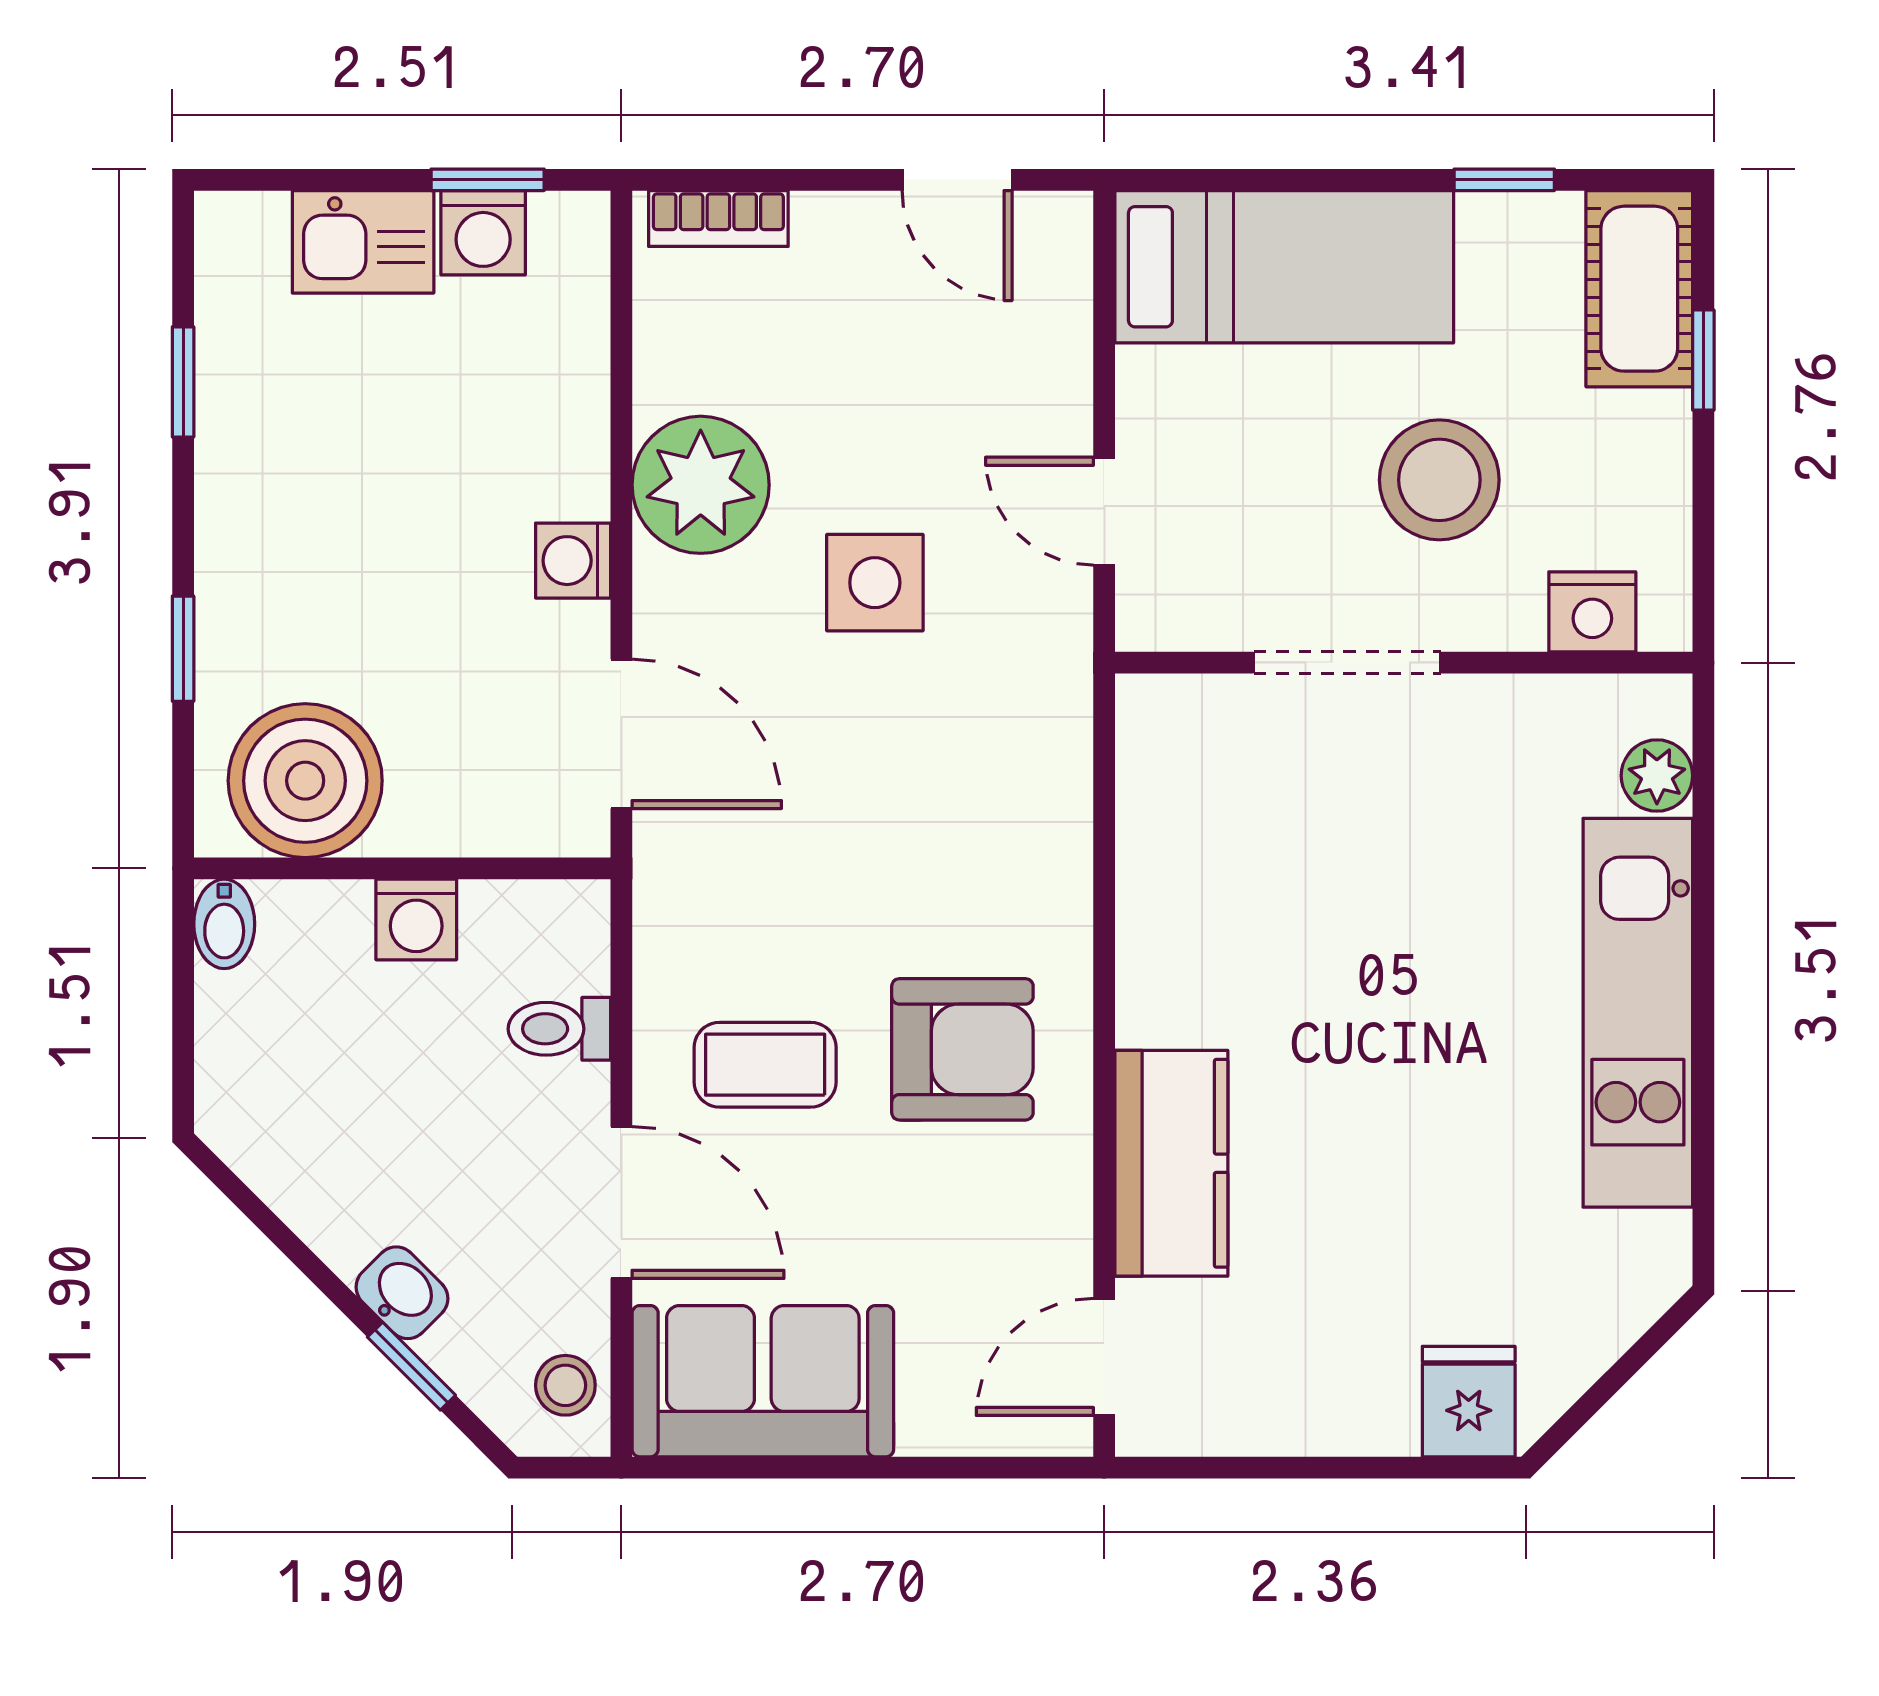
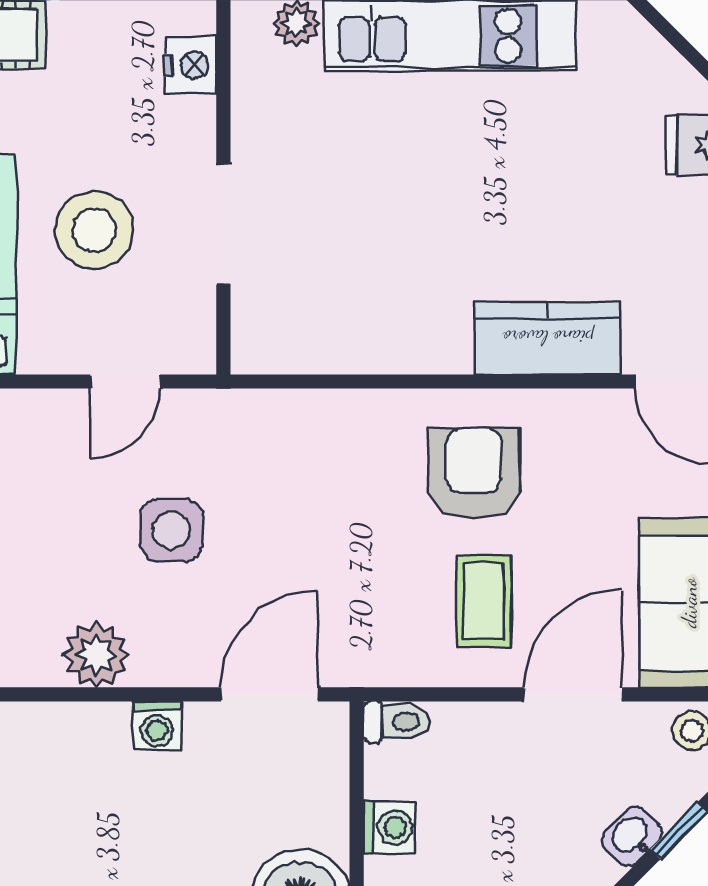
stool: (1439, 480) -> (94, 230), moved
plant: (701, 485) -> (96, 655), width x0.73, depth x0.73
toilet: (559, 1029) -> (397, 722), moved, turned -90

